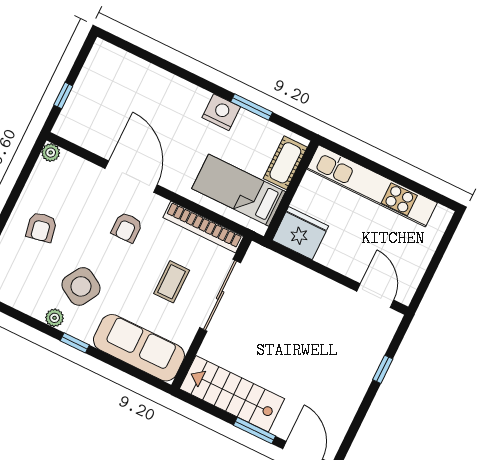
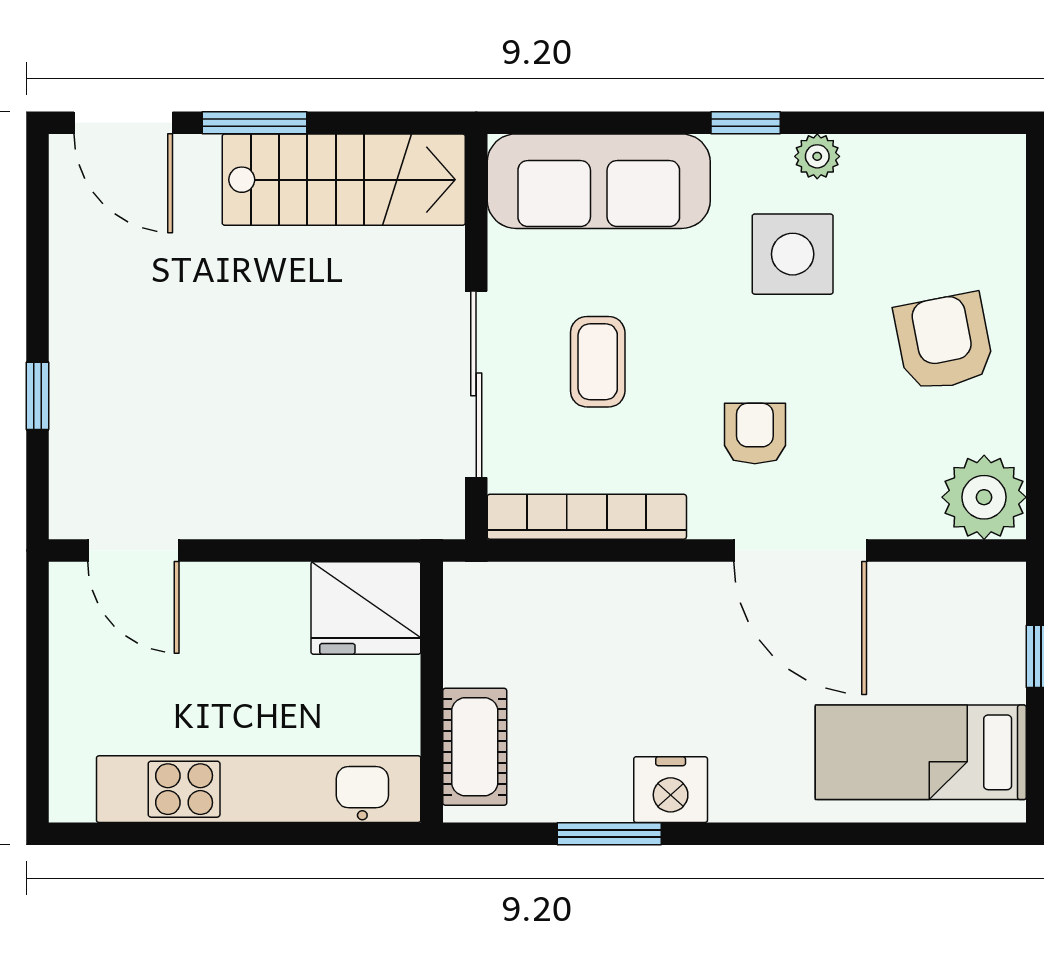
plant: (51, 153) -> (984, 497), width x1.87, depth x1.87
bed: (239, 190) -> (921, 752), moved, turned 180
armchair: (41, 227) -> (944, 342), width x1.38, depth x1.38
side table: (81, 286) -> (793, 254), turned -31

